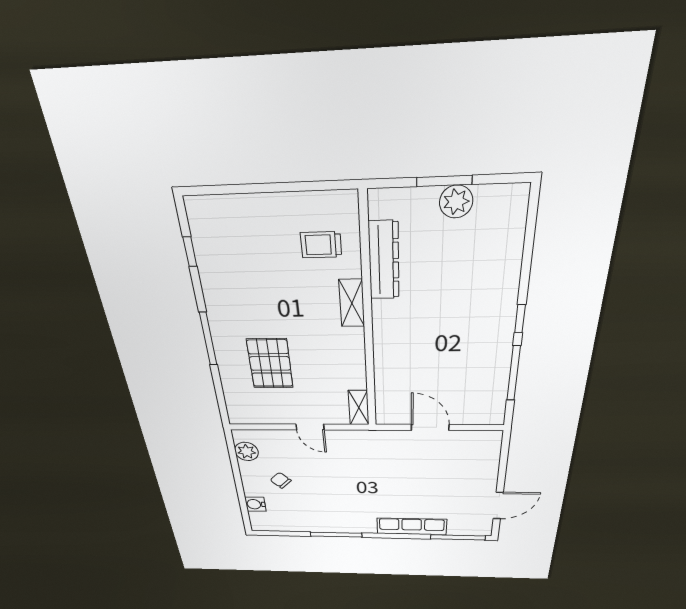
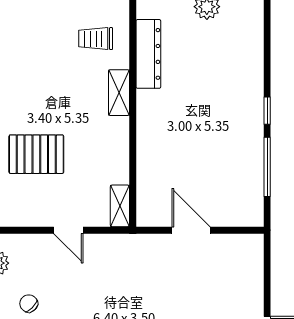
pallet: (270, 363) -> (36, 154), turned 90

